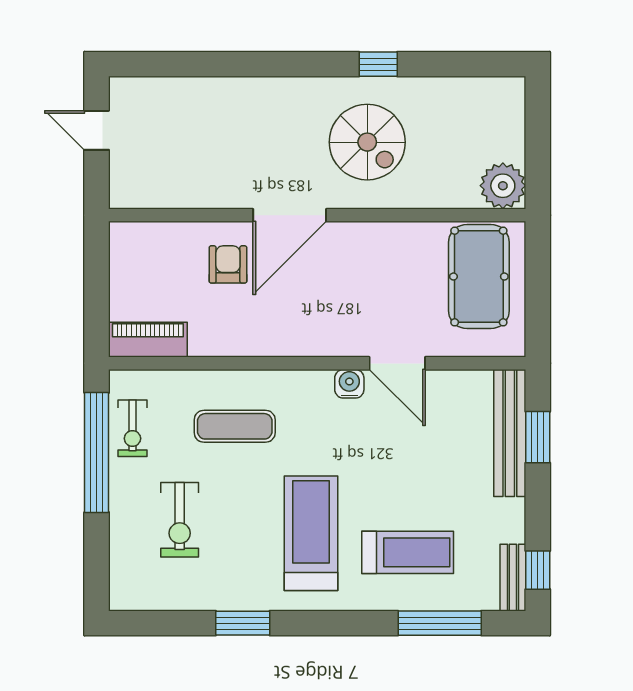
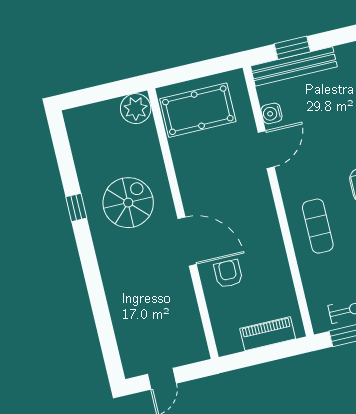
armchair: (228, 264) -> (228, 274), turned 90
piano: (148, 340) -> (268, 334), moved, turned 90
water cooler: (349, 384) -> (272, 113), moved
exercise mat: (235, 426) -> (318, 226), moved

